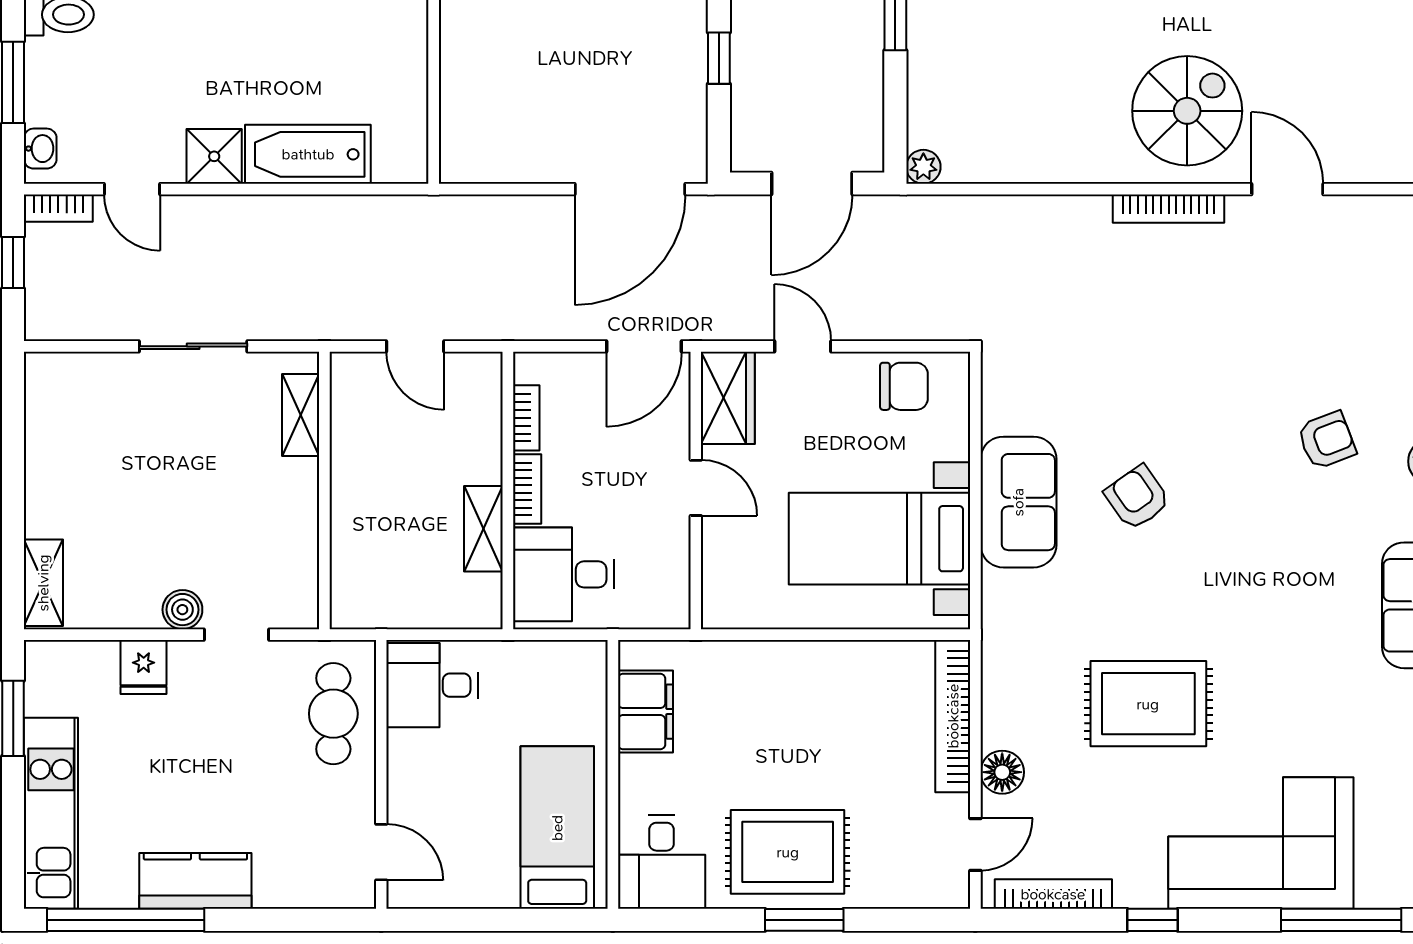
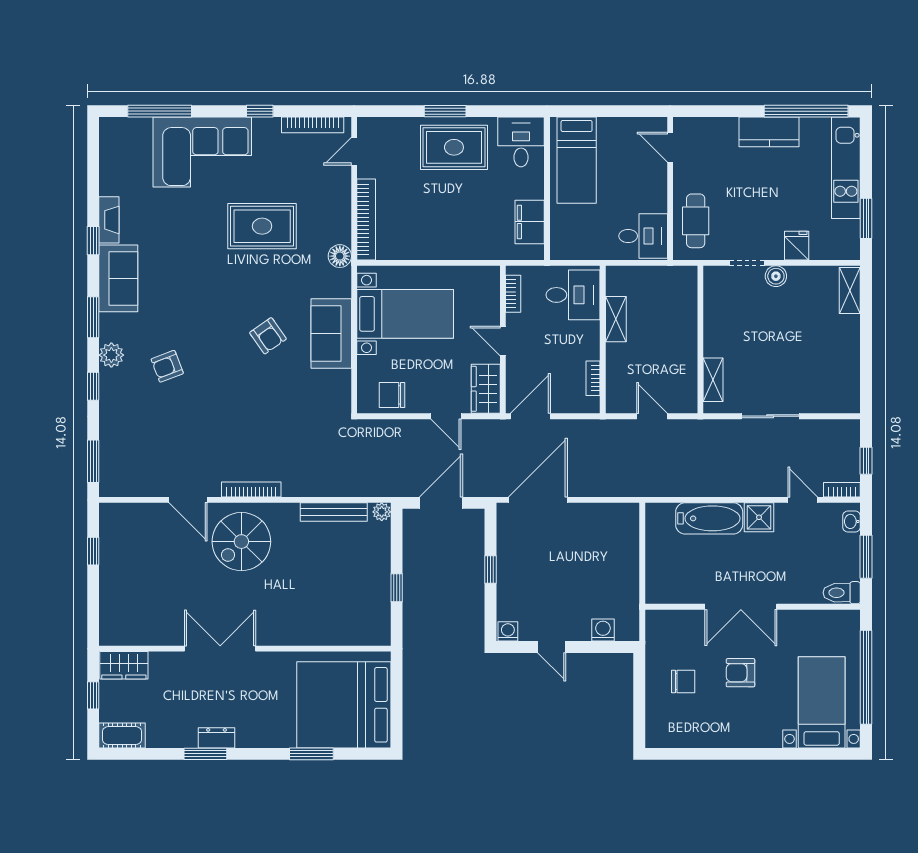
bench: (1014, 166) -> (334, 512), added
bookcase: (527, 489) -> (513, 294), moved, turned 180
floor lamp: (1002, 772) -> (340, 256), moved

